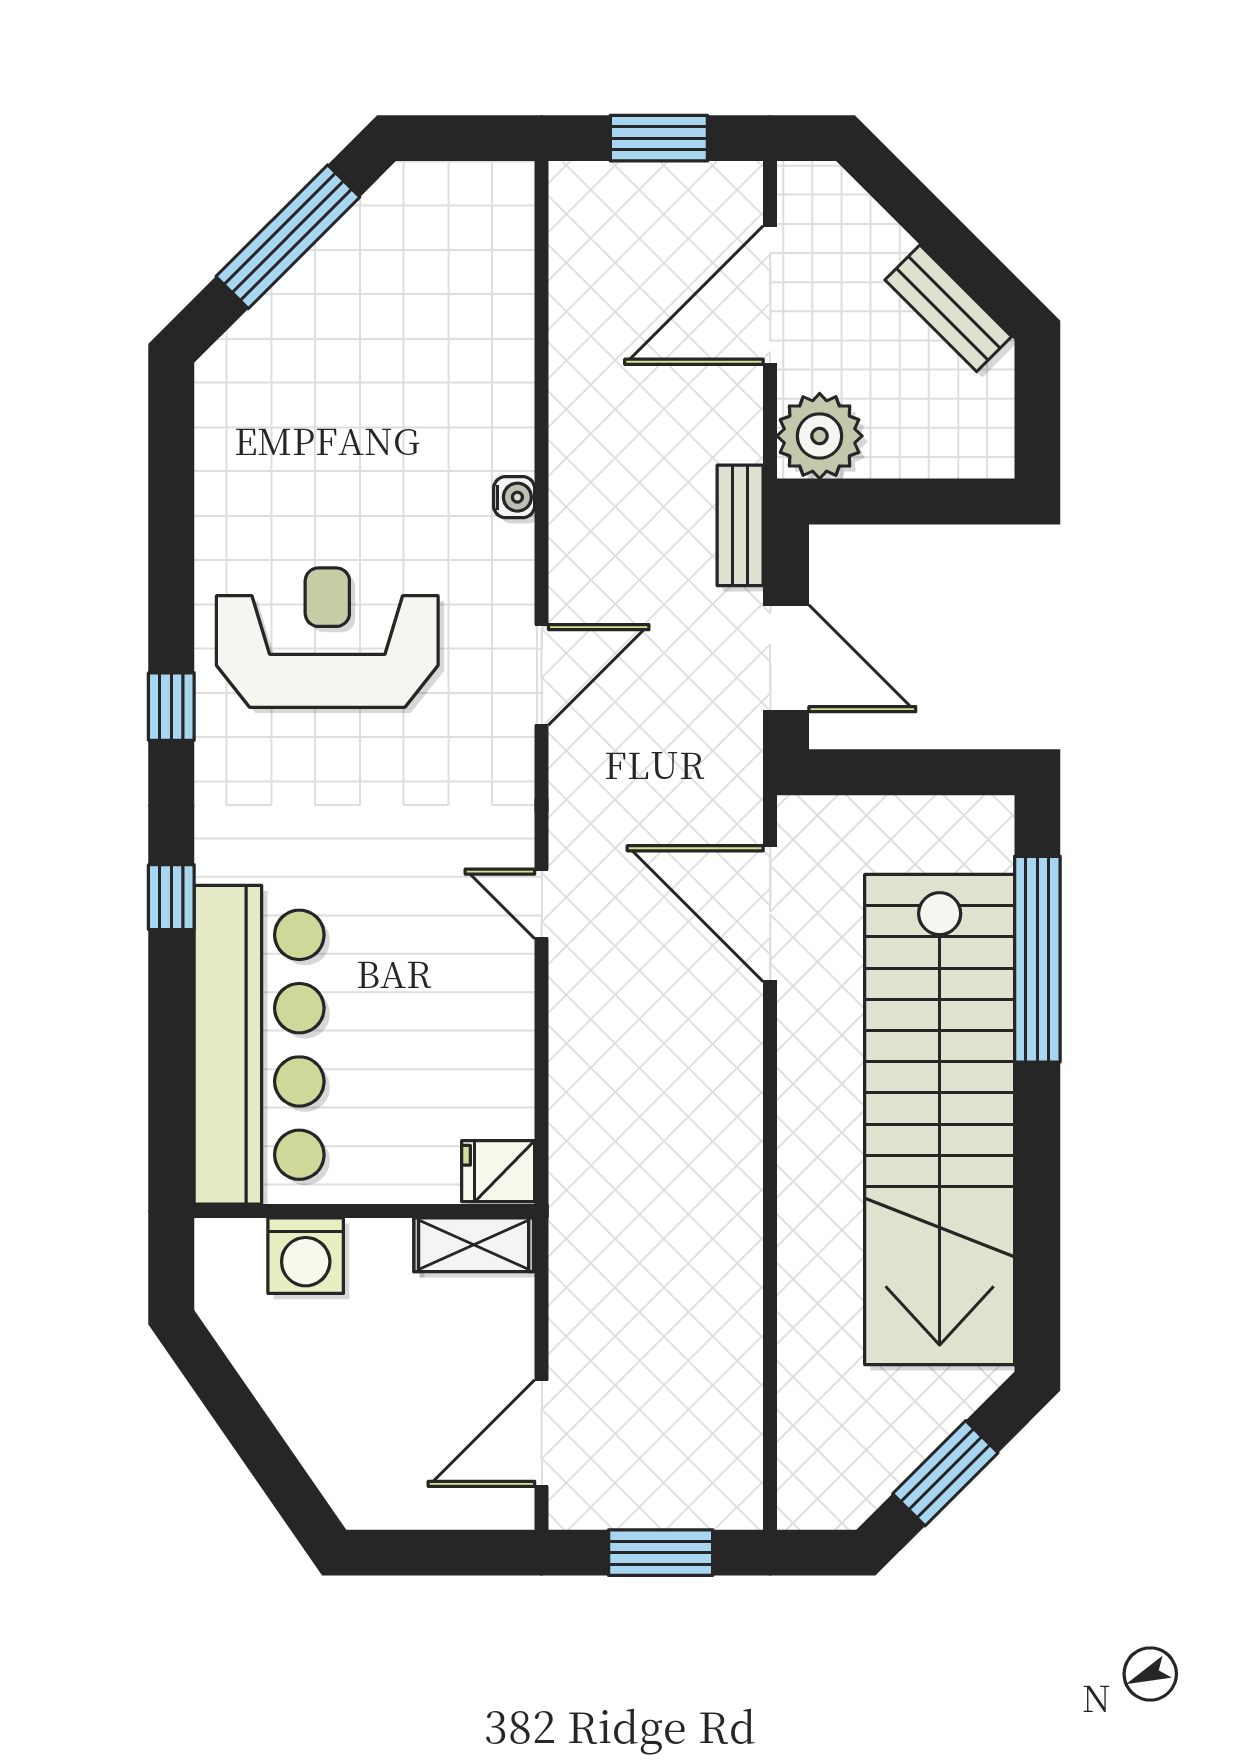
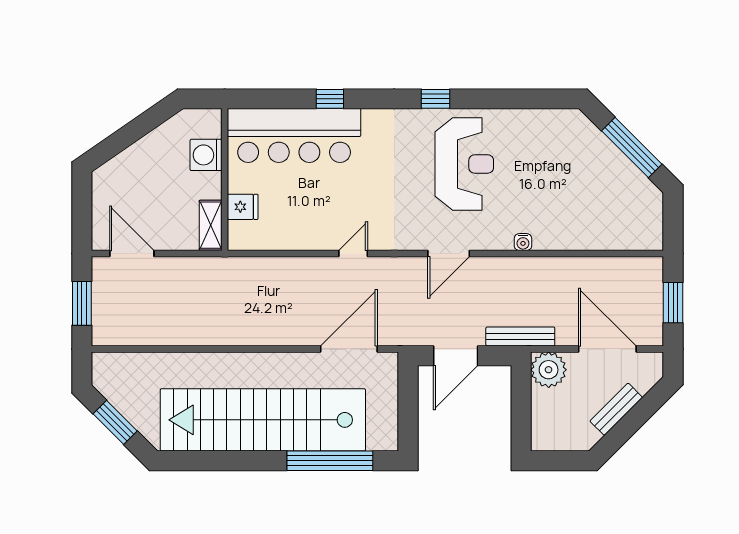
bench: (948, 308) -> (616, 409), moved
bench: (740, 525) -> (520, 337), width x1.36
door: (542, 675) -> (449, 254), hinge flipped
window: (171, 897) -> (330, 99), moved
fridge: (498, 1171) -> (243, 207), moved, turned 90

